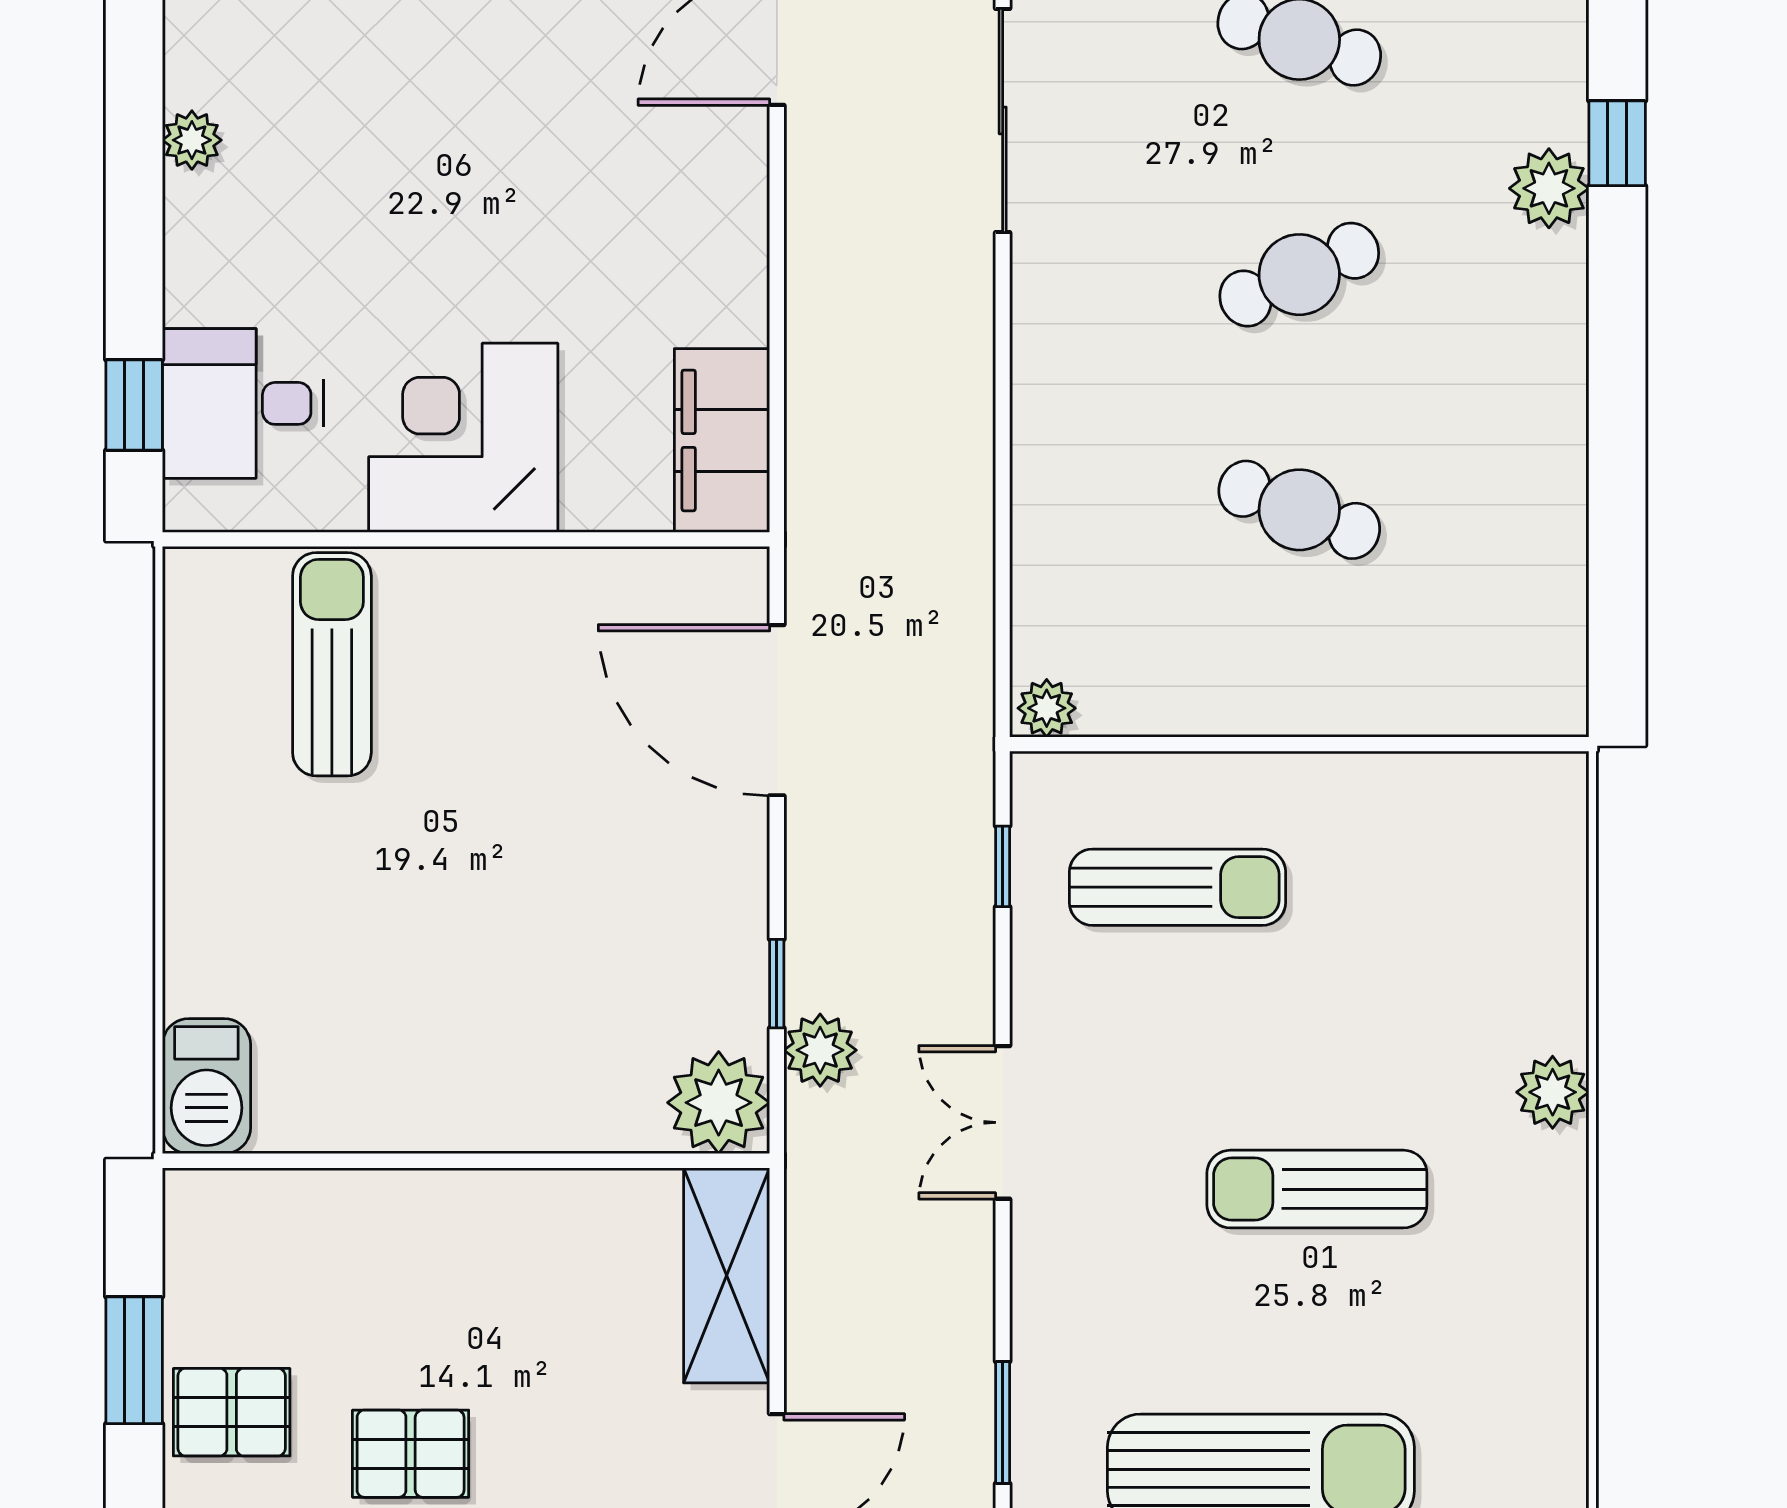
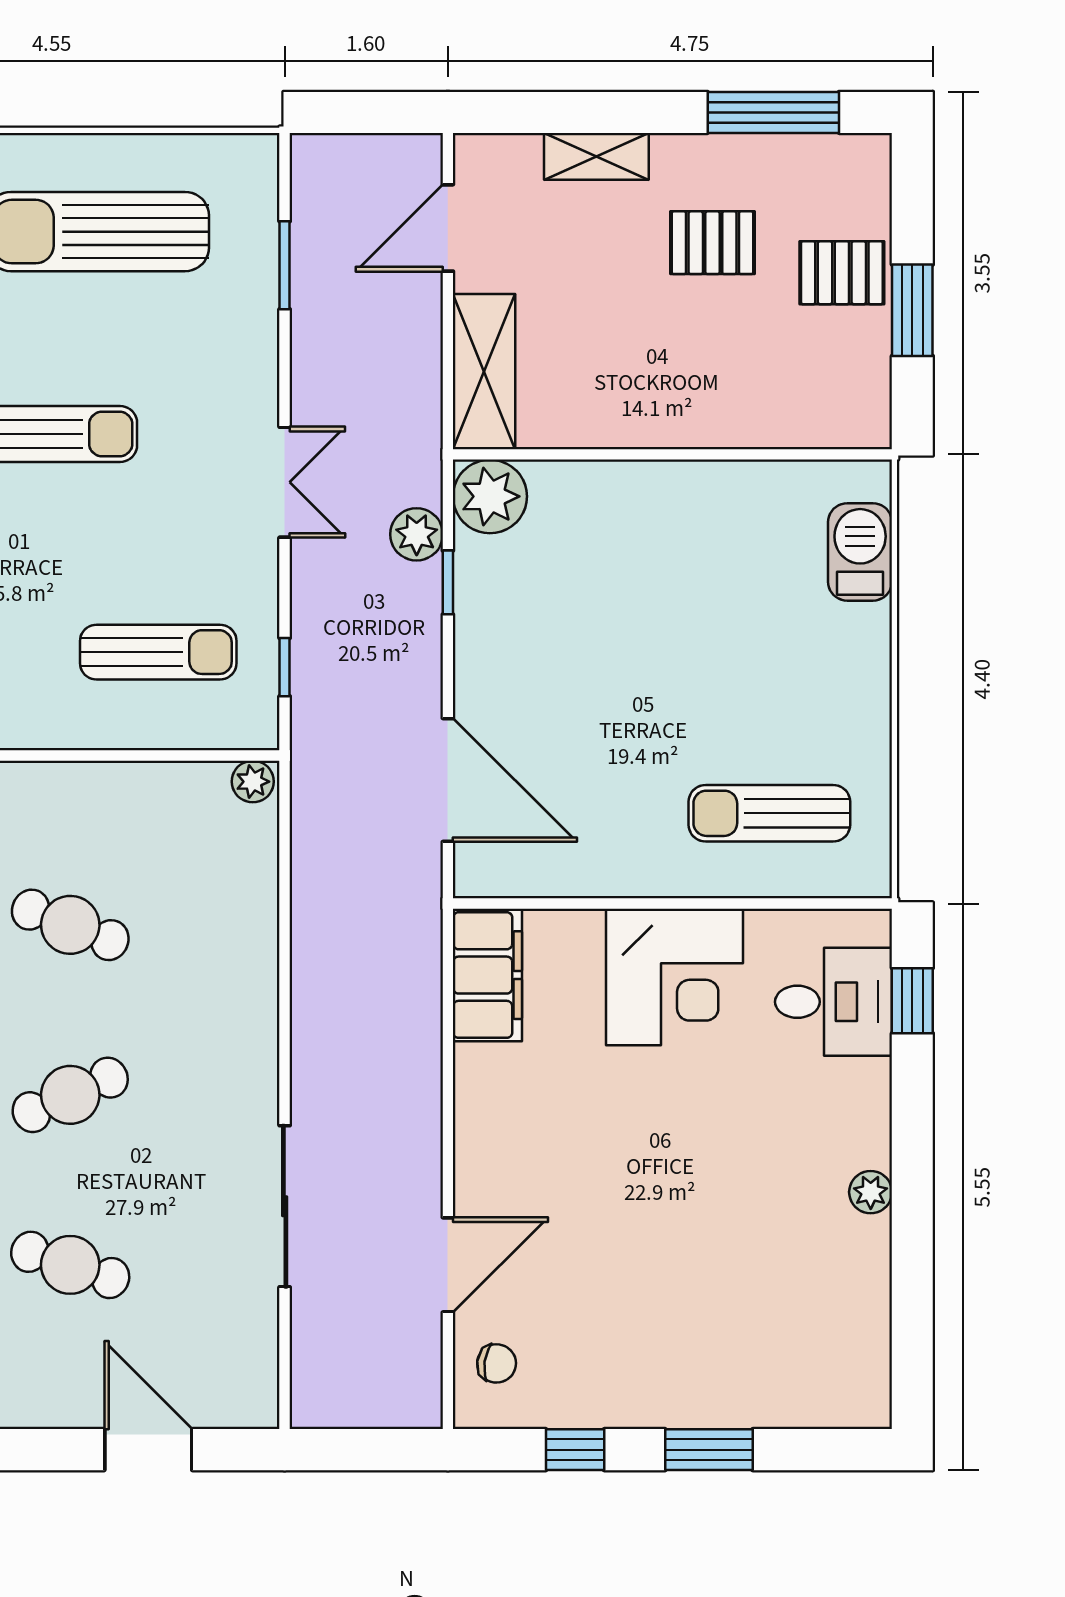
sun lounger: (332, 664) -> (769, 813), turned 90
sun lounger: (1177, 887) -> (158, 652), turned 180
barbecue: (206, 1086) -> (860, 552), moved

